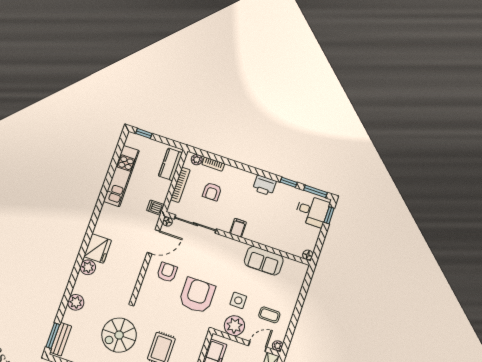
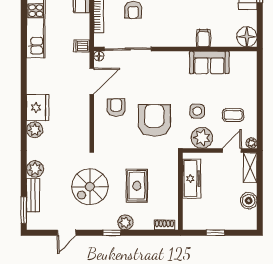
filing cabinet: (238, 228) -> (203, 38), moved
floor lamp: (308, 255) -> (247, 37), width x1.89, depth x1.89
bench: (61, 339) -> (33, 195), moved

